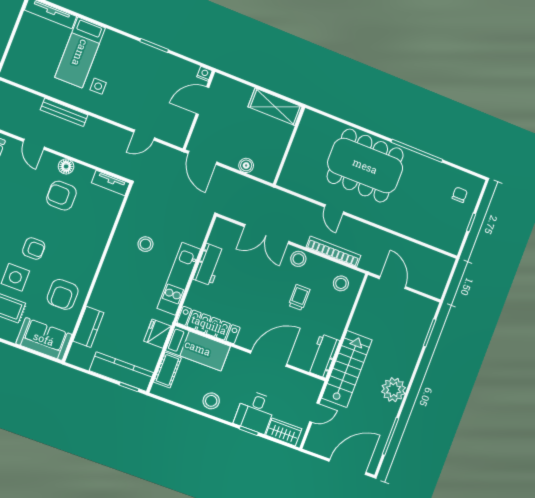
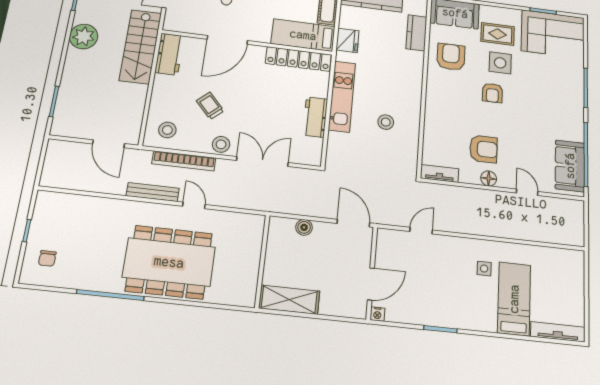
bench: (64, 112) -> (153, 192), moved
armchair: (34, 249) -> (492, 93), turned -90
trolley: (299, 297) -> (210, 106), turned 138

